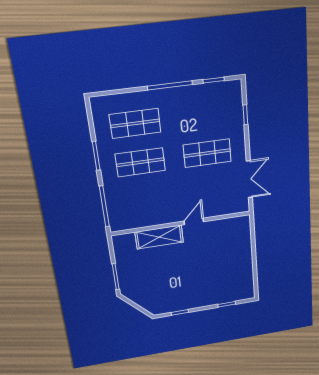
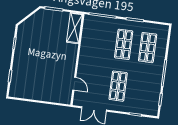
door: (194, 221) -> (74, 84), moved
shelving: (159, 237) -> (75, 28), moved

